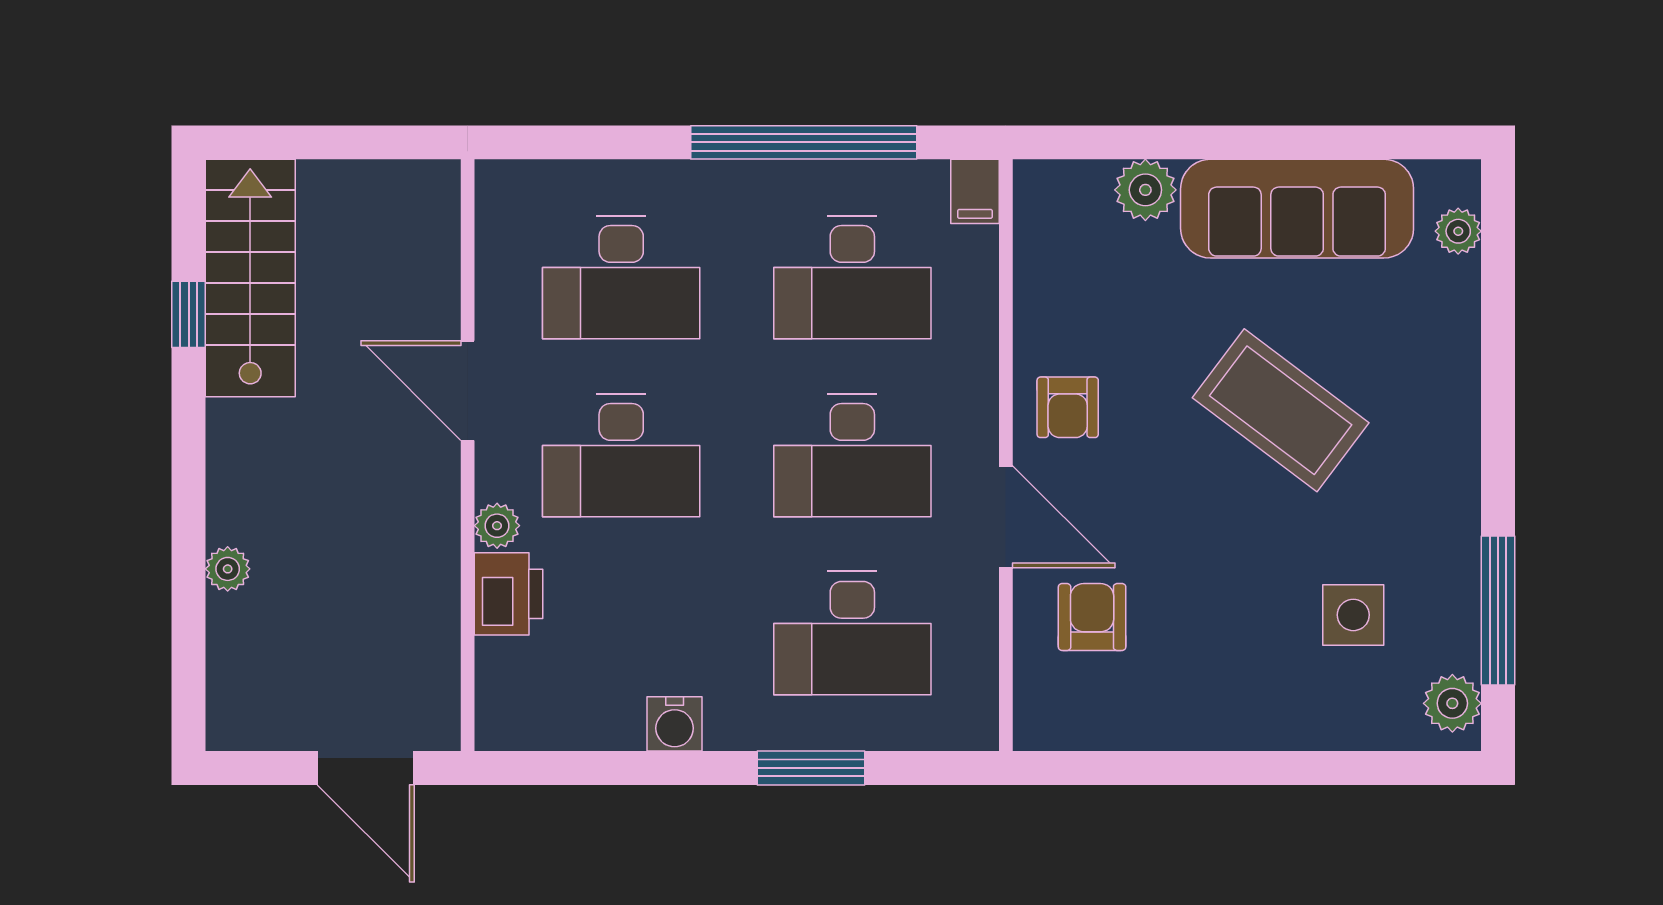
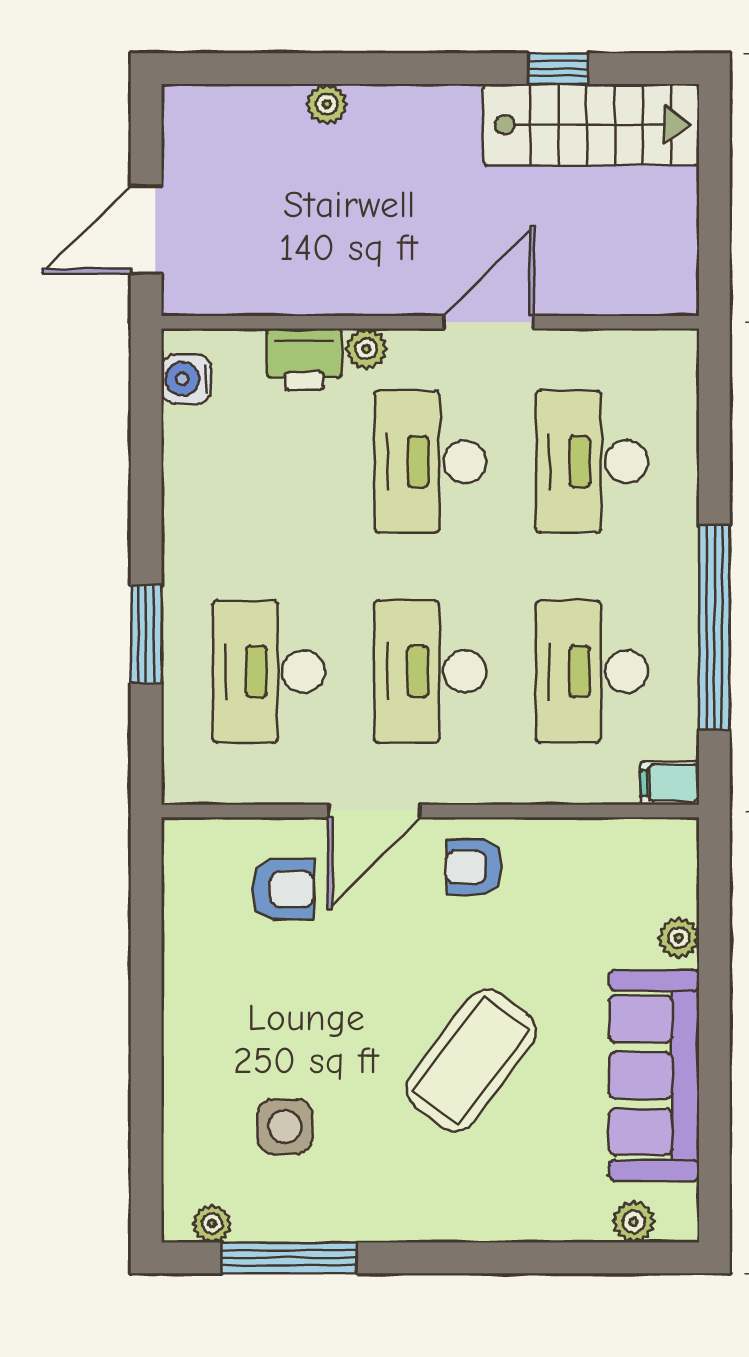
plant: (1145, 190) -> (679, 938), width x0.73, depth x0.73
plant: (1452, 703) -> (212, 1224), width x0.73, depth x0.73
water cooler: (675, 724) -> (186, 379), moved

